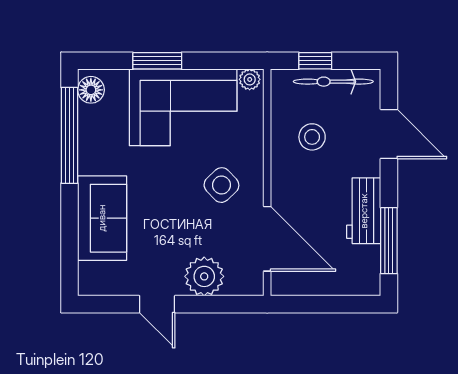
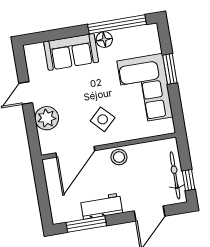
window: (315, 61) -> (188, 180), moved
plant: (250, 79) -> (168, 126), removed
floor lamp: (91, 90) -> (104, 40), moved
stool: (312, 137) -> (119, 157), moved

